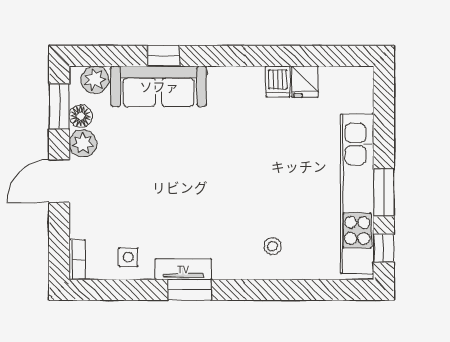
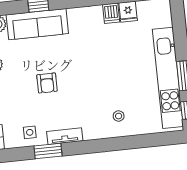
armchair: (164, 182) -> (47, 83), added
window: (190, 290) -> (48, 151), moved

